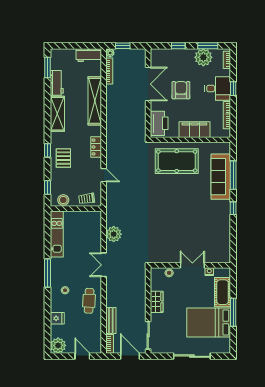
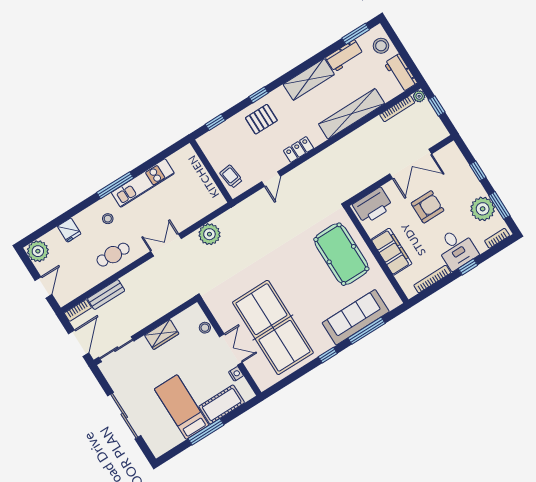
stool: (63, 200) -> (381, 46), moved
table tennis table: (195, 231) -> (273, 327), added
kitchen unit: (57, 234) -> (143, 183), moved
bed: (209, 323) -> (182, 407), width x0.67

